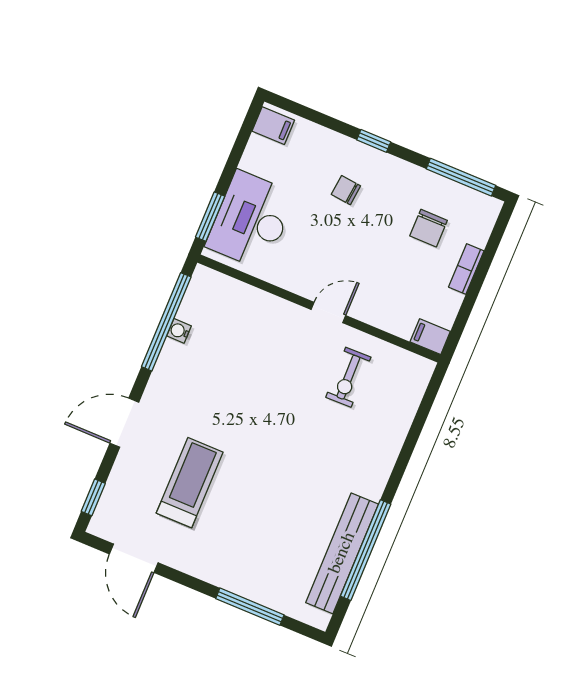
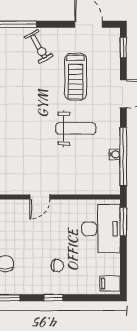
exercise bike: (348, 377) -> (39, 46), moved, turned 151
weight bench: (224, 399) -> (76, 129), added

